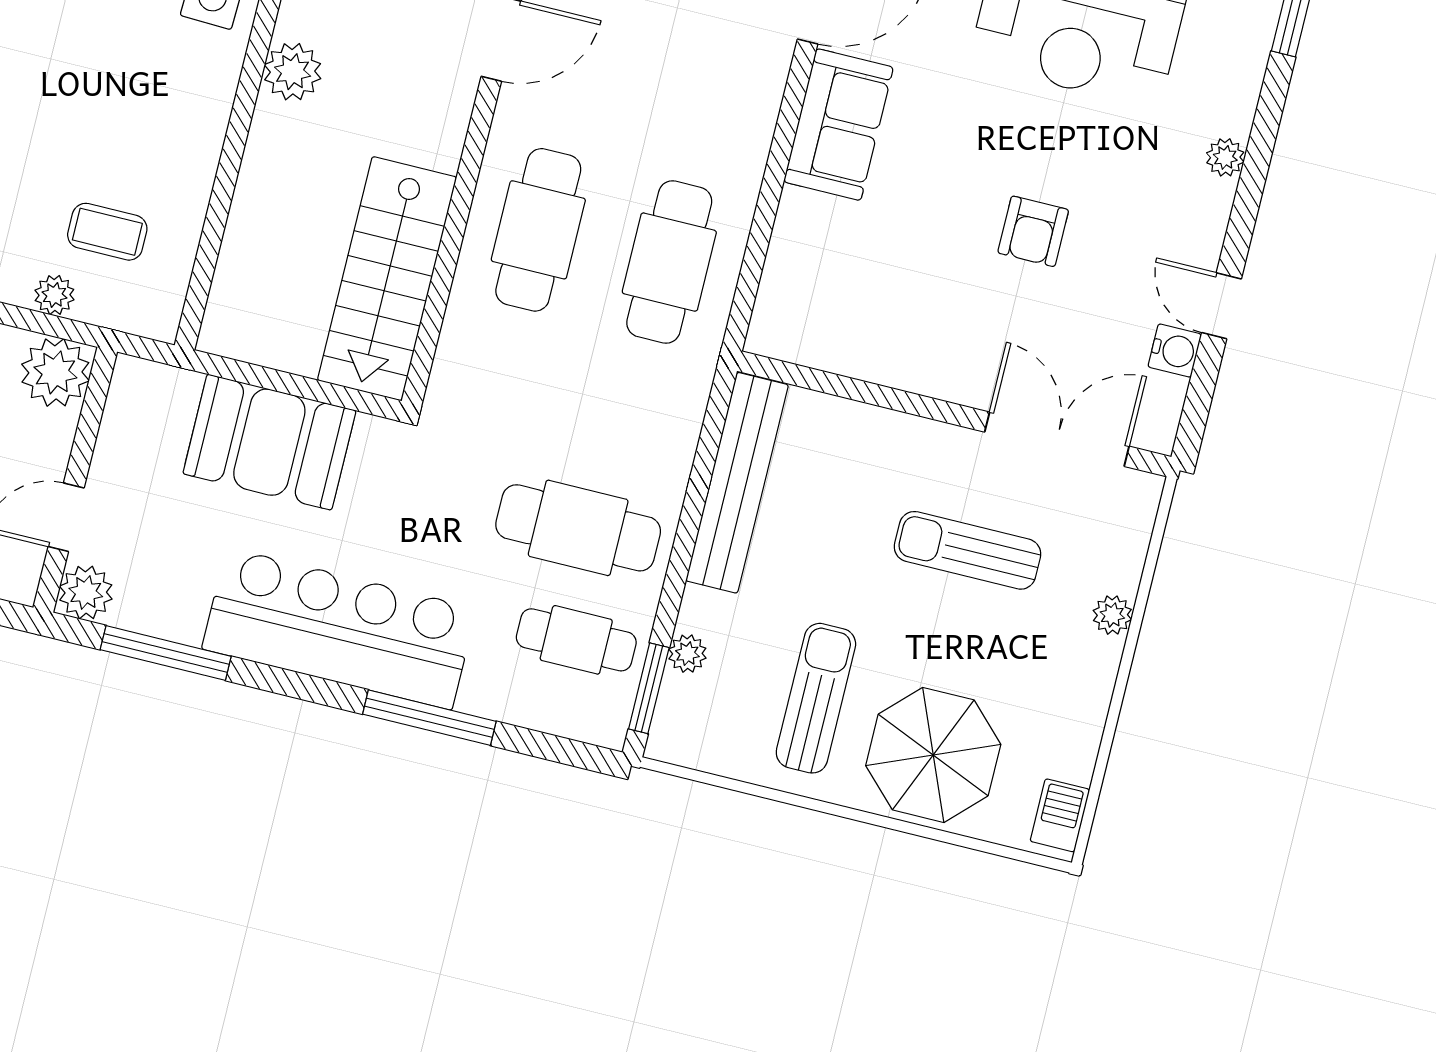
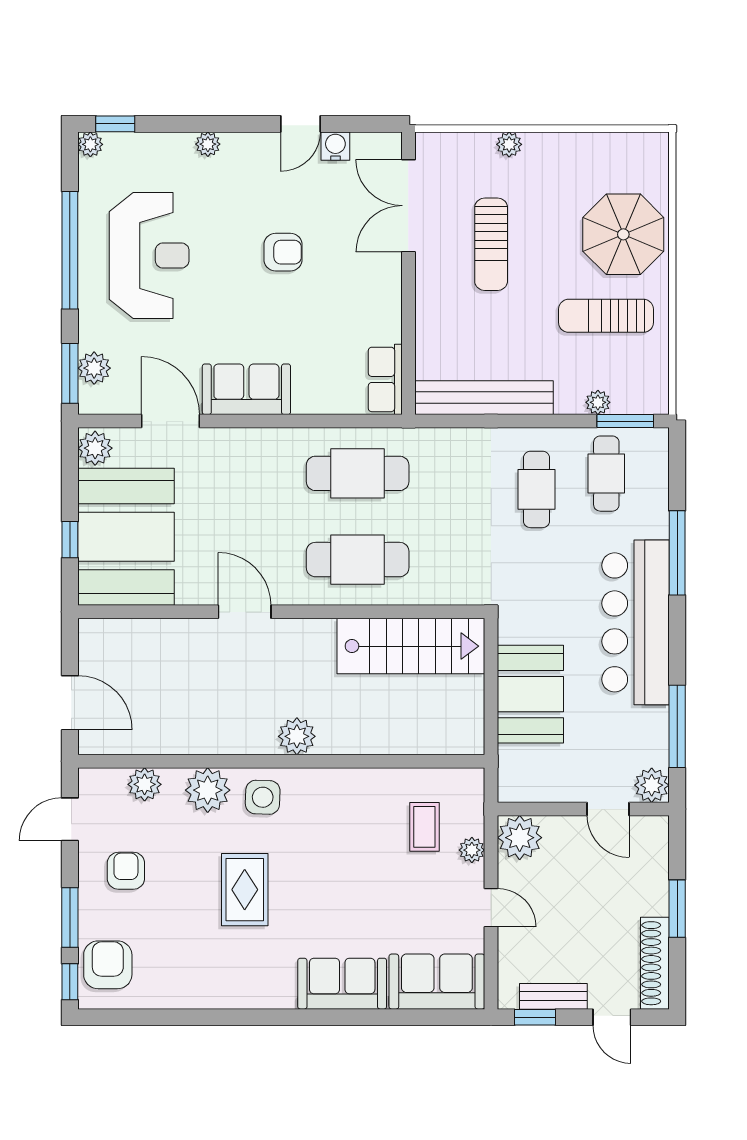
row of seats: (802, 339) -> (385, 379), added
cafe table: (578, 528) -> (537, 489), width x0.73, depth x0.74
barbecue: (1060, 815) -> (642, 146), removed

